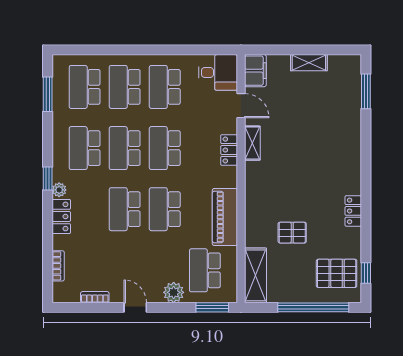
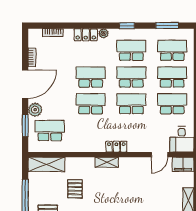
shelving: (252, 143) -> (107, 162), moved
locker: (229, 150) -> (116, 147), moved
window: (48, 178) -> (127, 26), moved
piano: (225, 217) -> (85, 144), removed
door: (135, 307) -> (25, 84), width x1.88
window: (212, 307) -> (25, 125), moved

